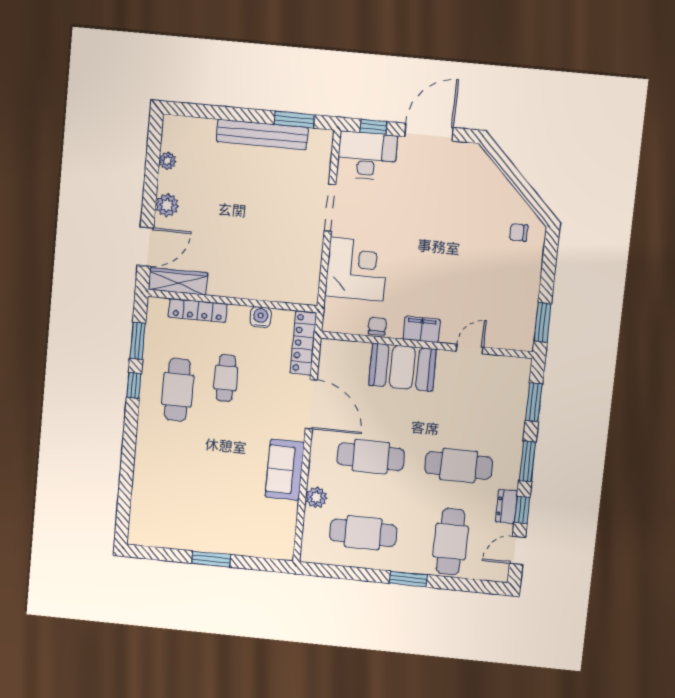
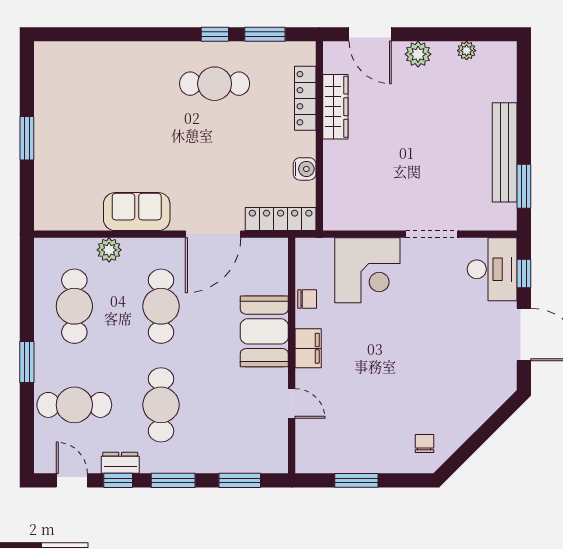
wardrobe: (178, 281) -> (335, 107), moved
window: (543, 322) -> (356, 480), moved
cafe table: (226, 378) -> (233, 136), removed

